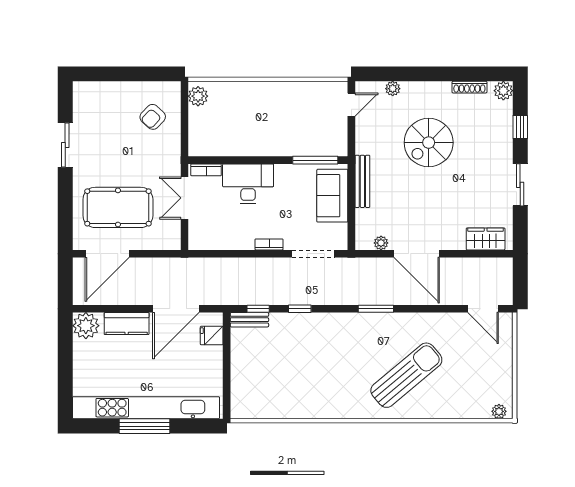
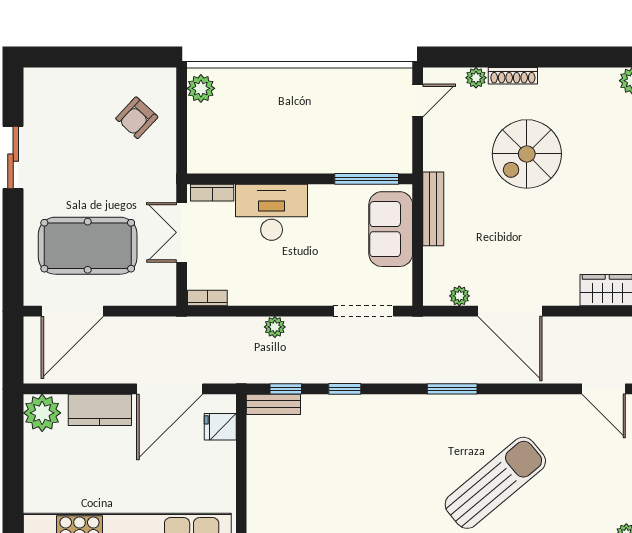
shoe rack: (469, 87) -> (513, 76), moved
bookcase: (269, 244) -> (207, 298), moved
plant: (250, 265) -> (275, 327), added

